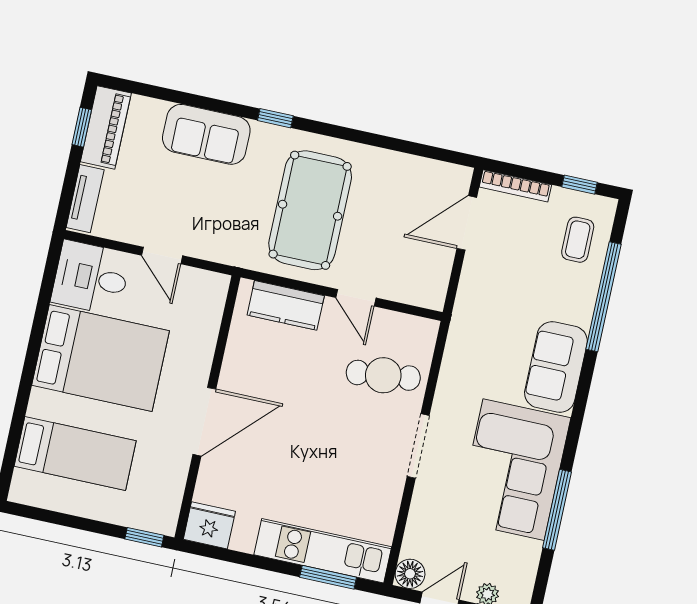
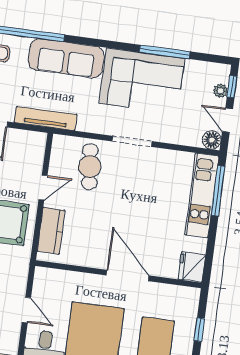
door: (162, 256) -> (26, 310), hinge flipped
tv unit: (466, 311) -> (46, 118), added
sofa: (556, 367) -> (66, 58), width x1.36
window: (144, 537) -> (199, 330), moved
window: (328, 577) -> (218, 191), width x1.44

